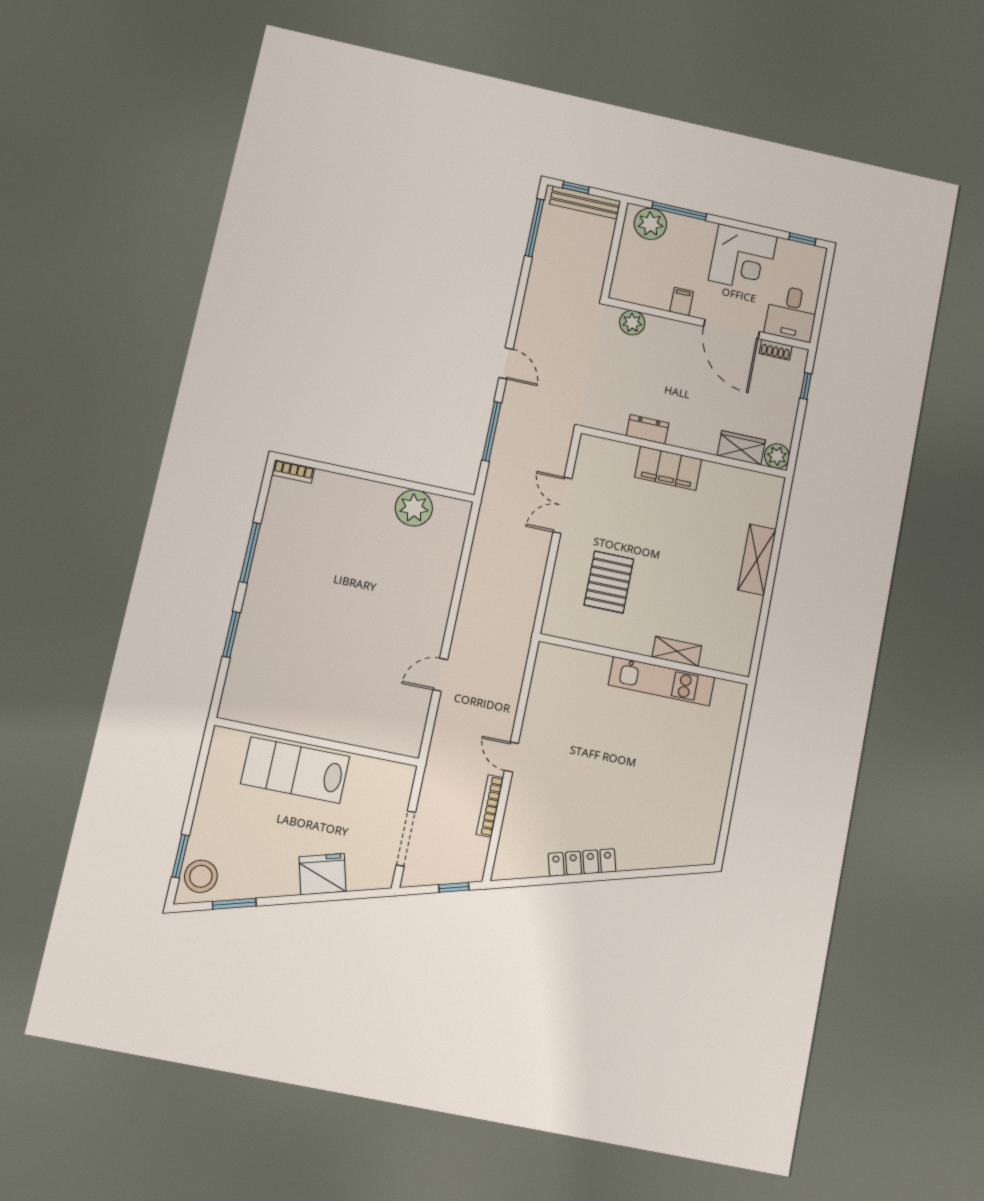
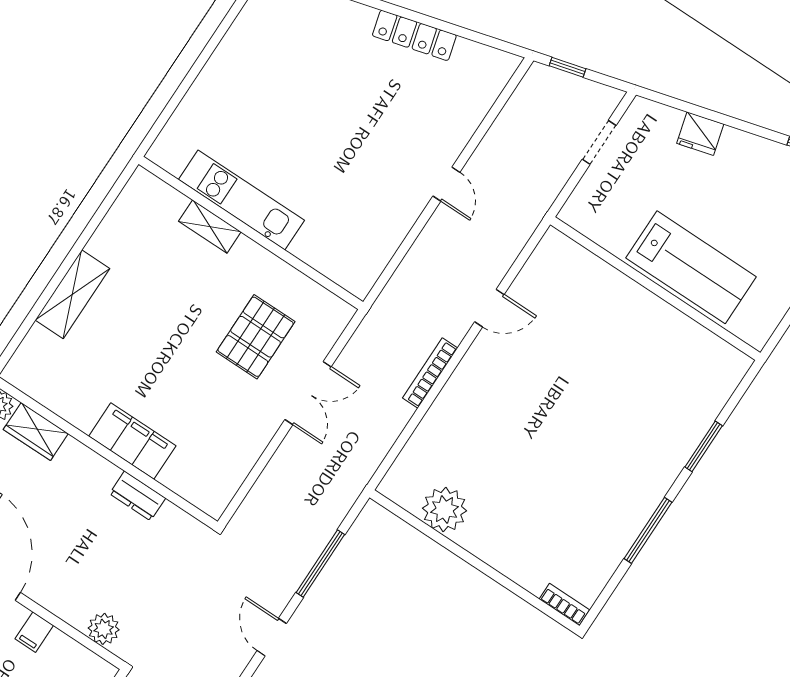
double door: (562, 505) -> (308, 393), moved
bookcase: (490, 806) -> (430, 373), moved, turned 180
doorway: (406, 839) -> (599, 142), width x0.73
fridge: (323, 874) -> (700, 134), width x0.73, depth x0.75

